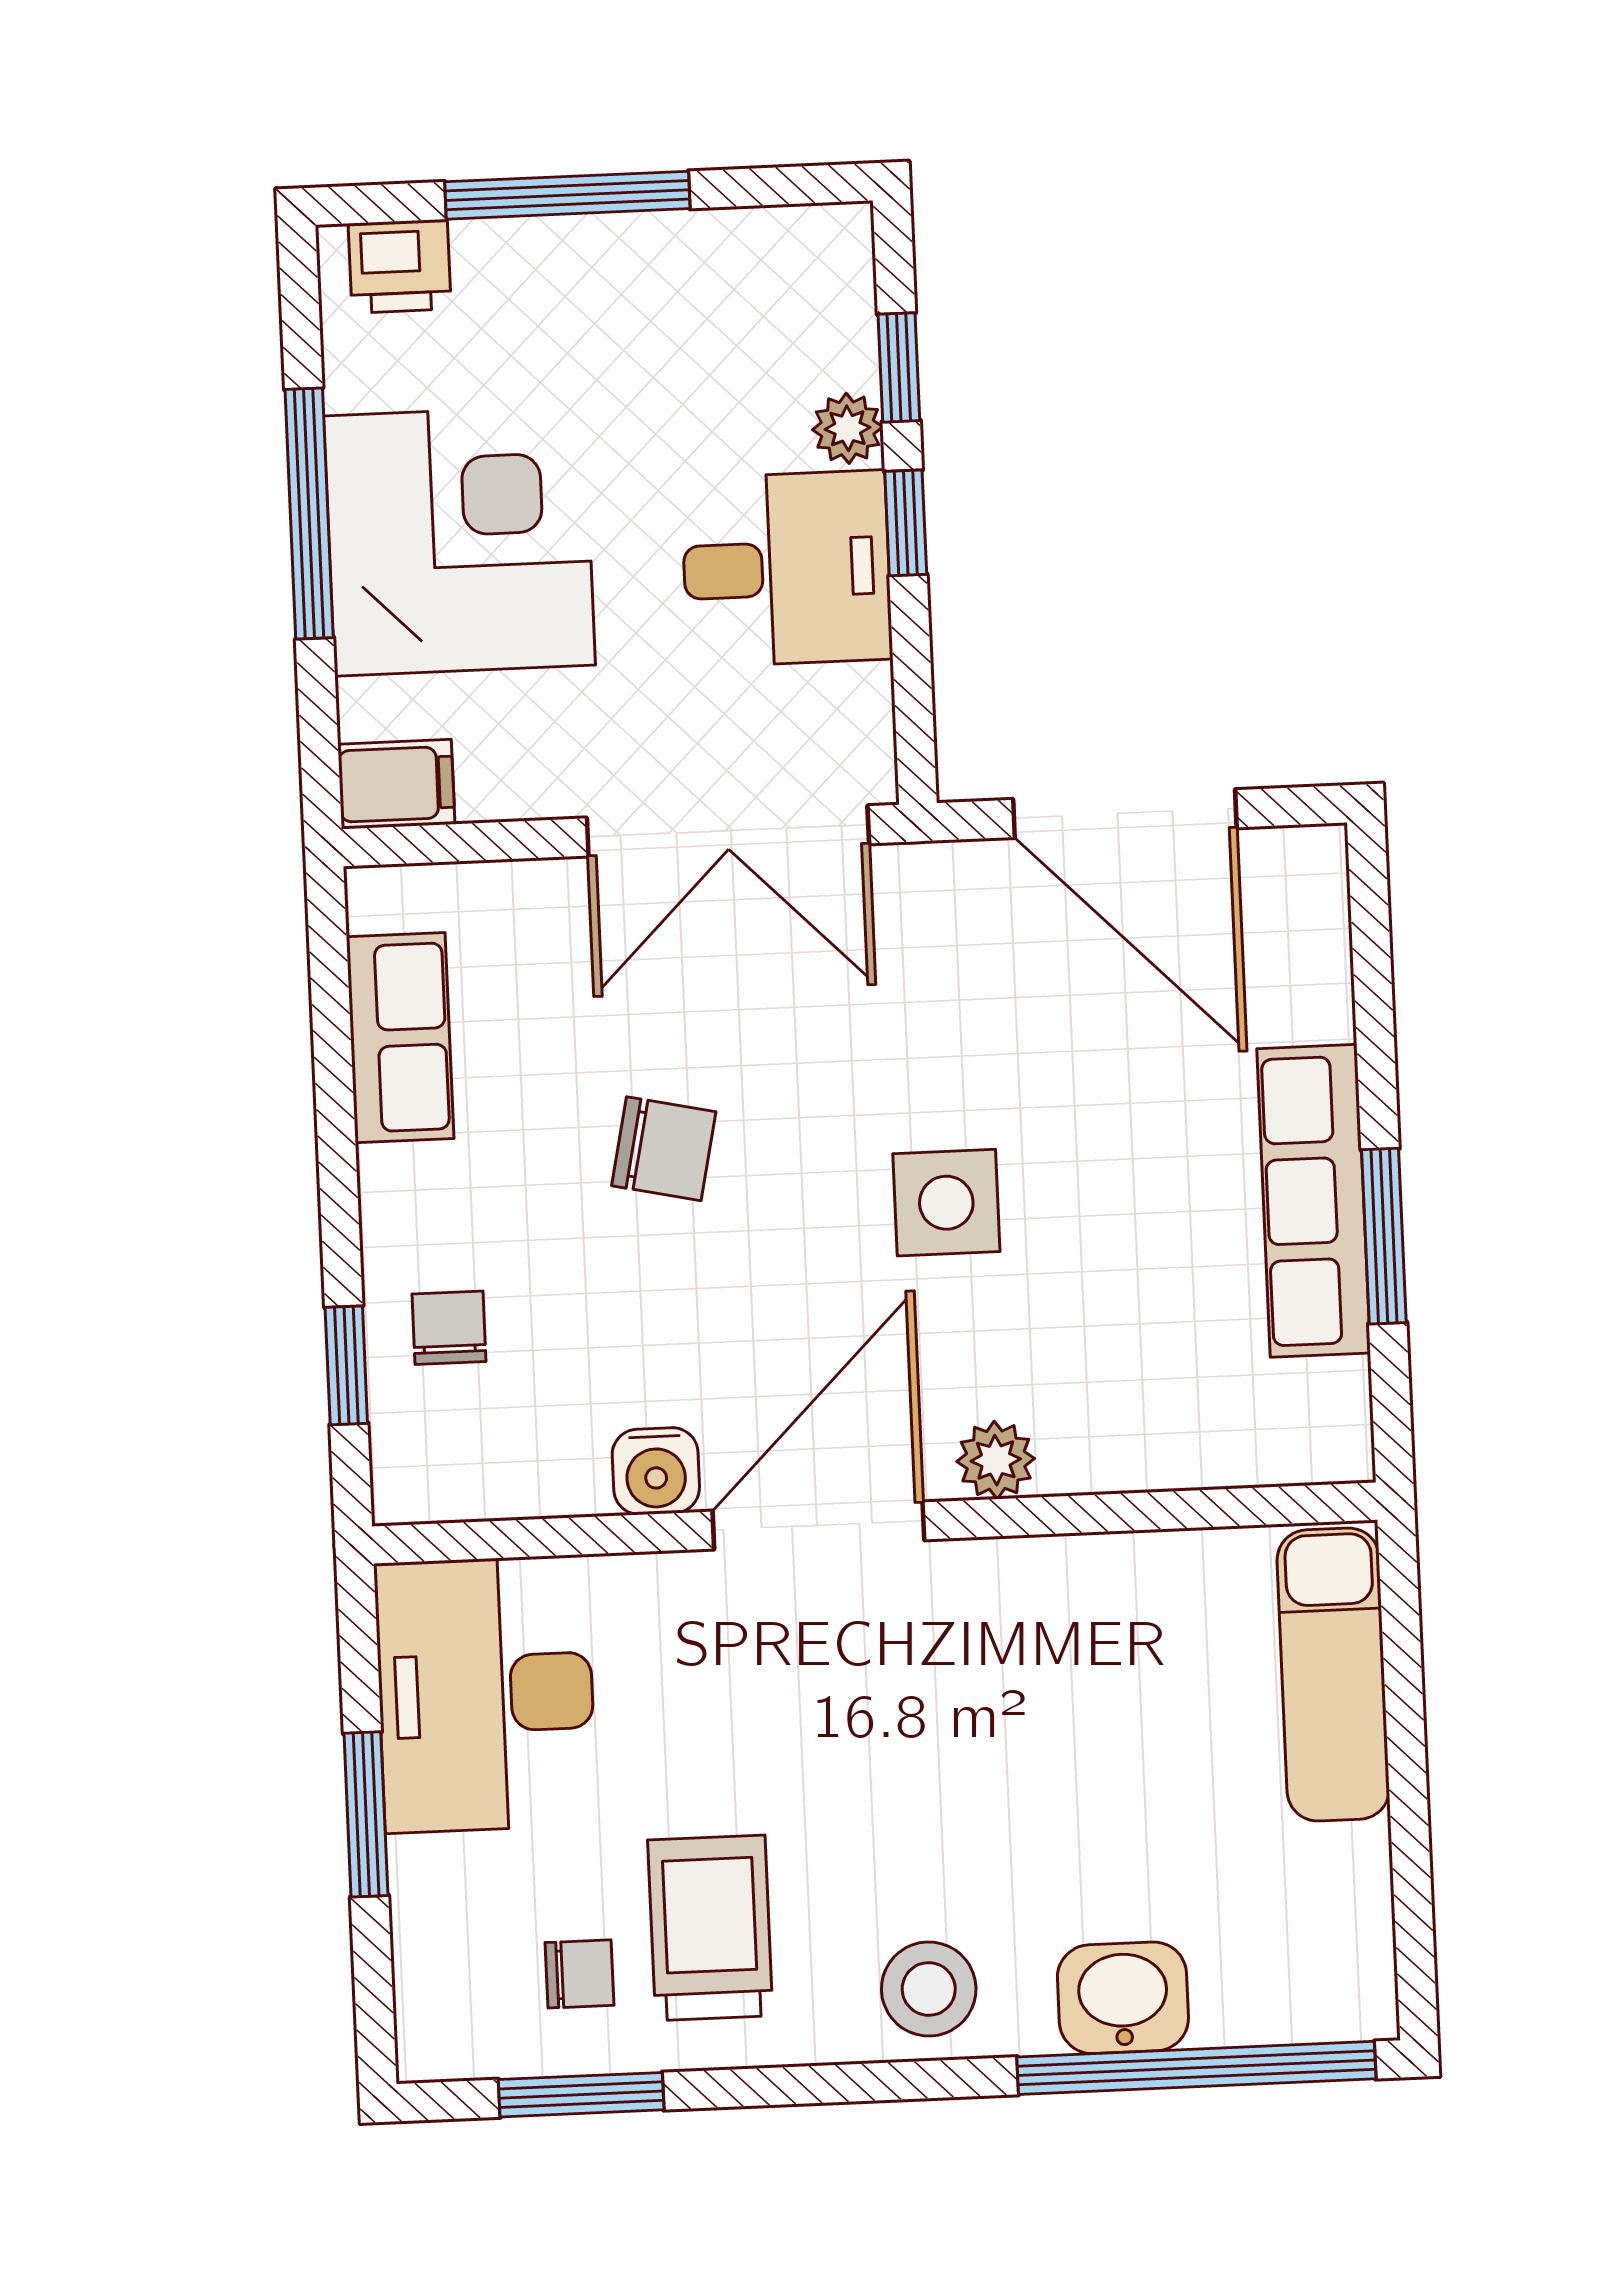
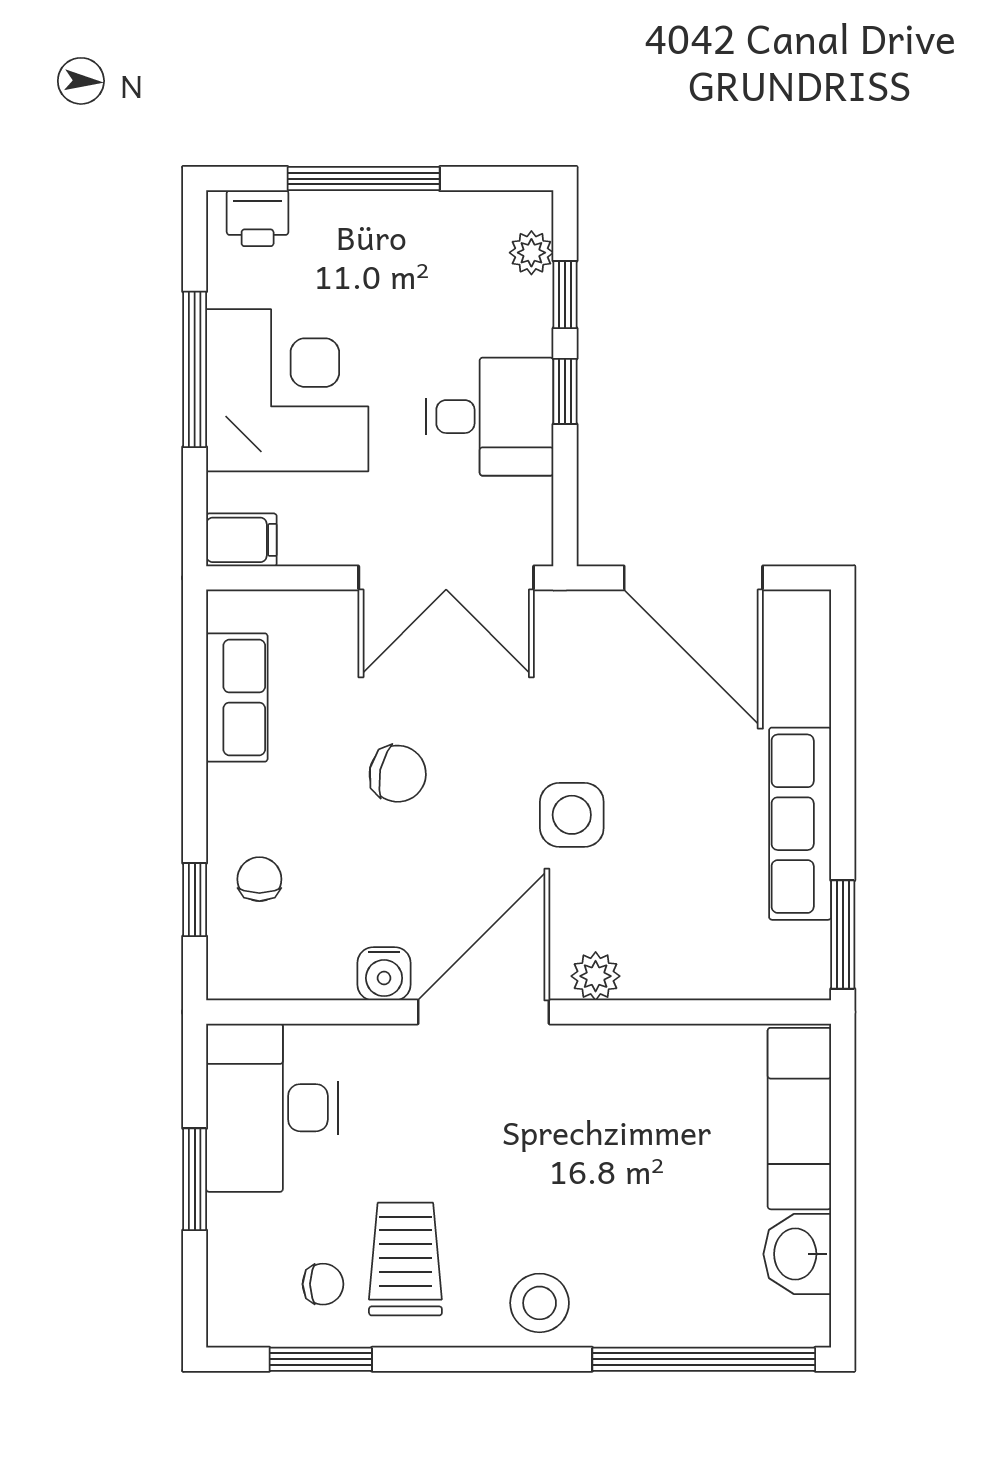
plant: (848, 428) -> (531, 253), moved
window: (1384, 1236) -> (843, 935), moved
washbasin: (1123, 1998) -> (797, 1254), moved, turned -90

